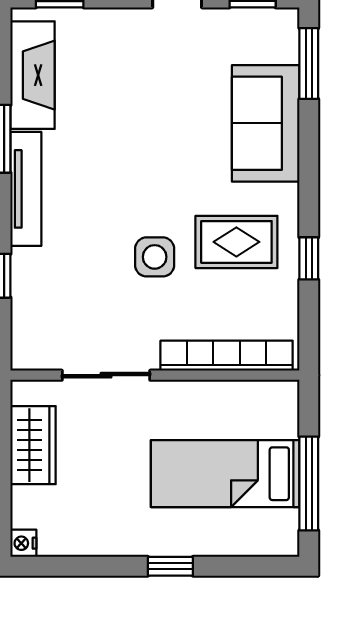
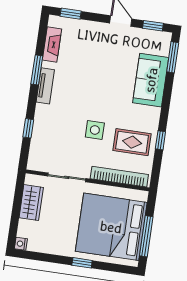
fireplace: (33, 75) -> (52, 44), width x0.73, depth x0.76
tv unit: (26, 189) -> (45, 86), width x0.71
rug: (236, 242) -> (132, 142), moved
bed: (225, 474) -> (111, 227), width x2.04

